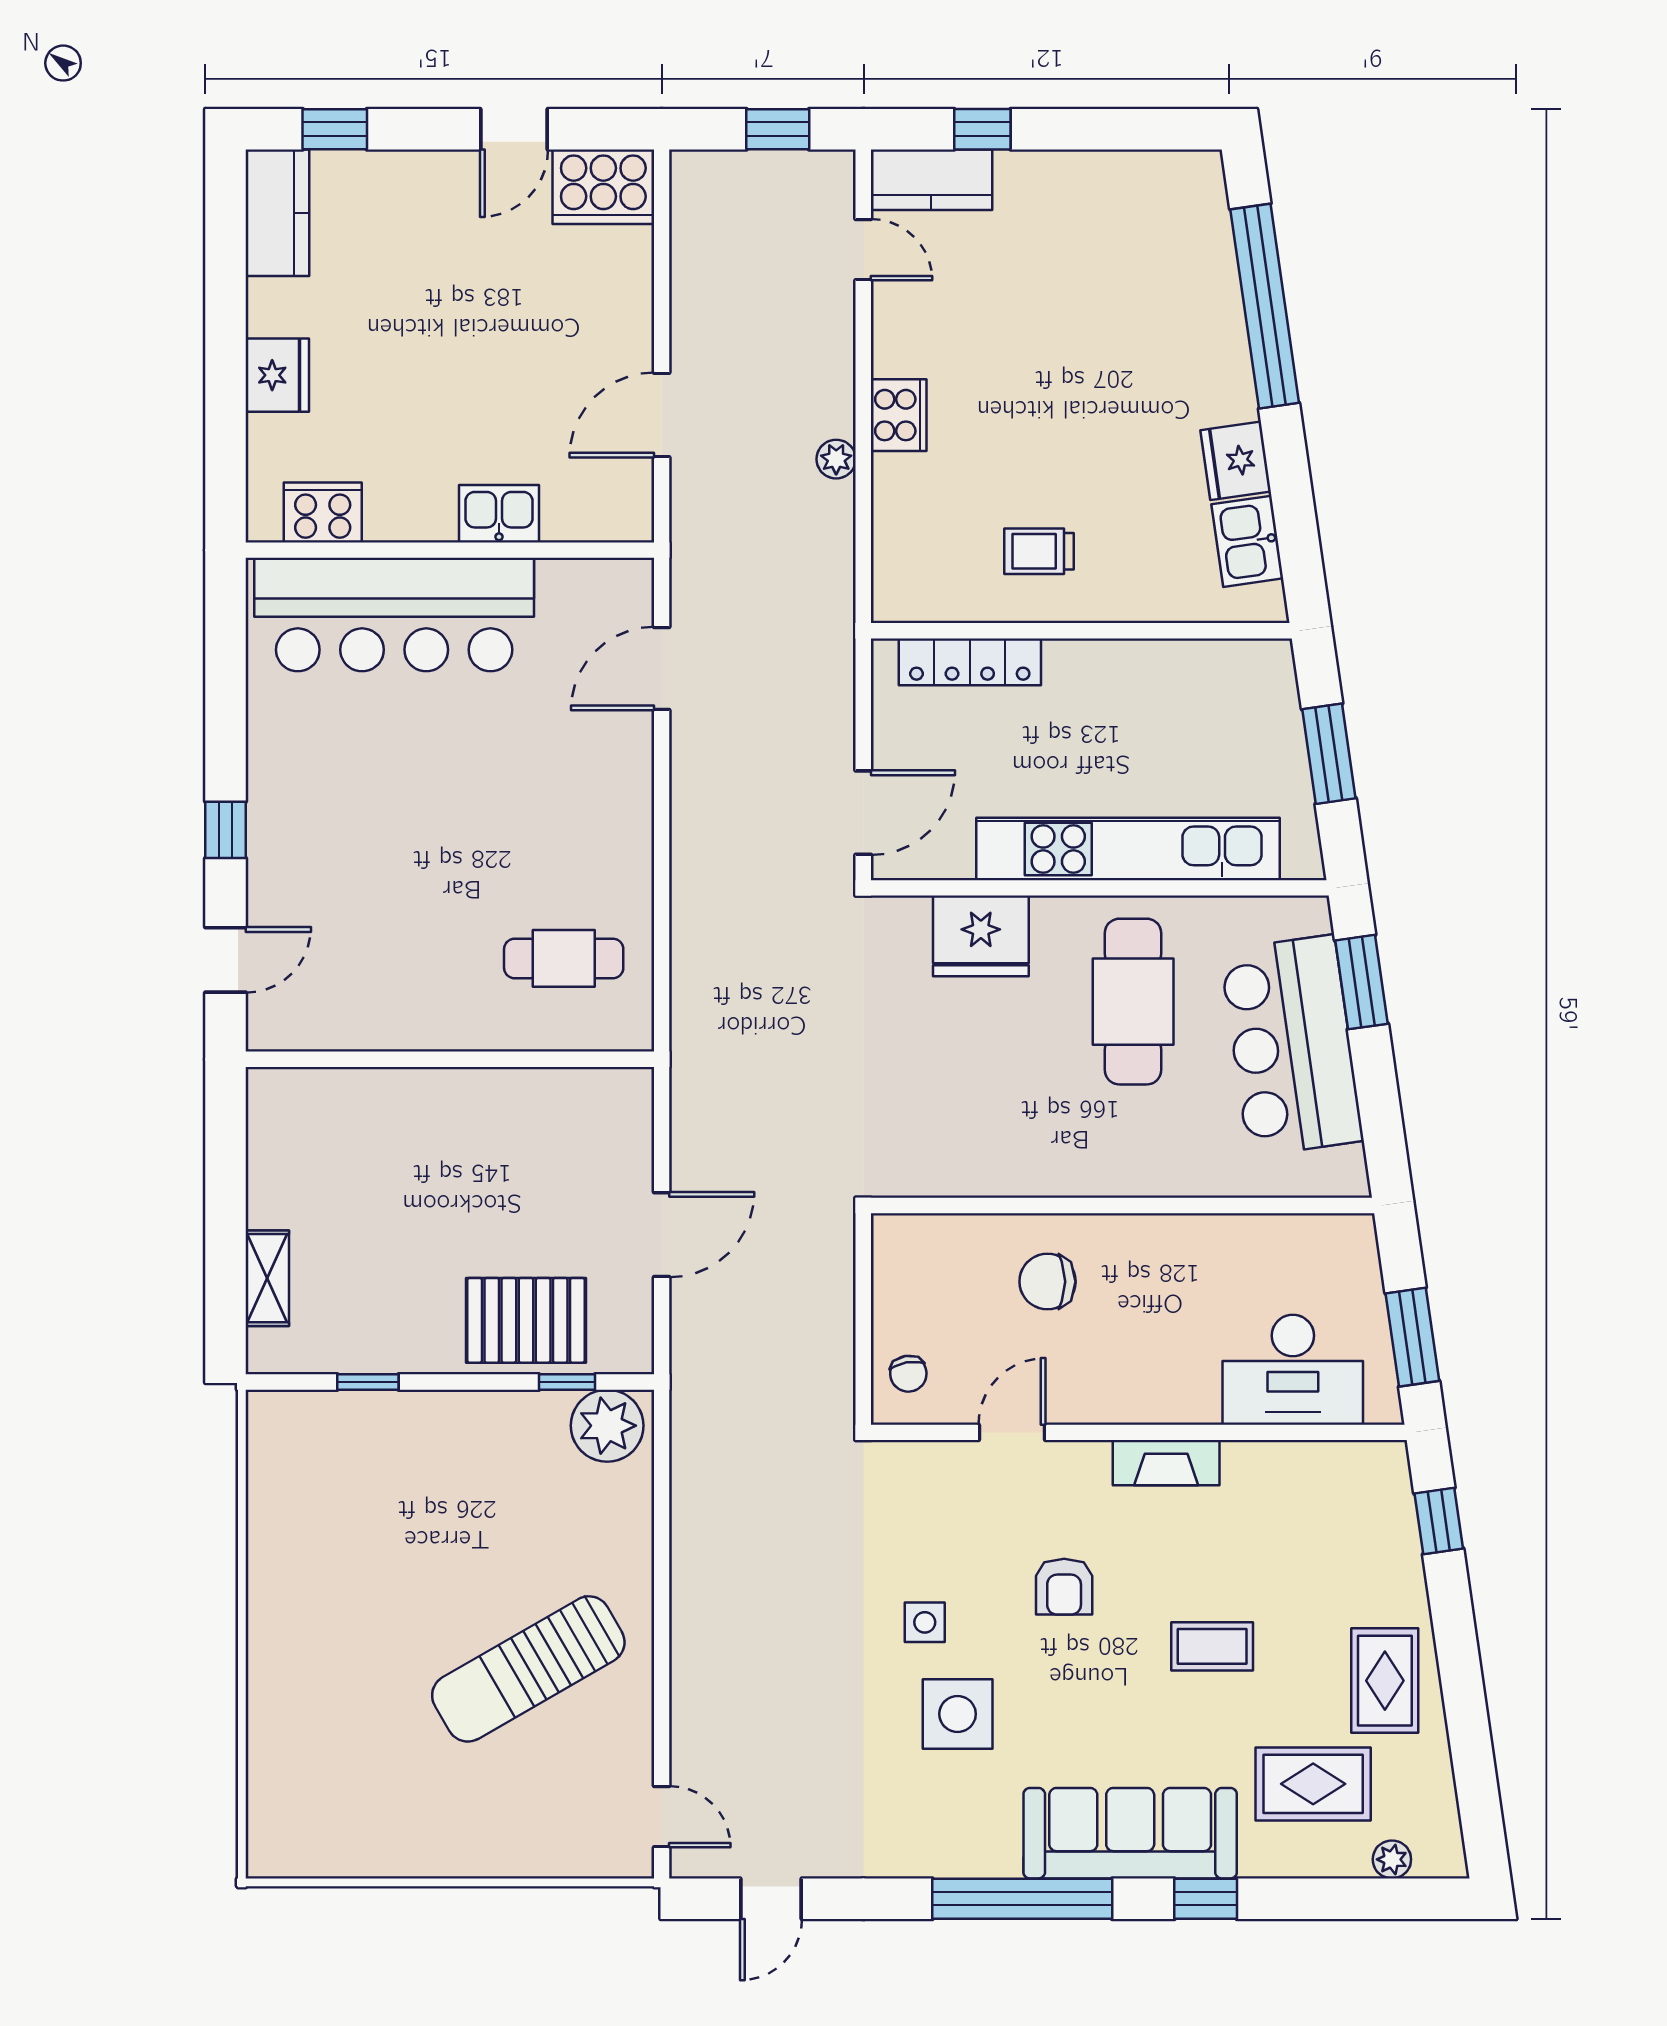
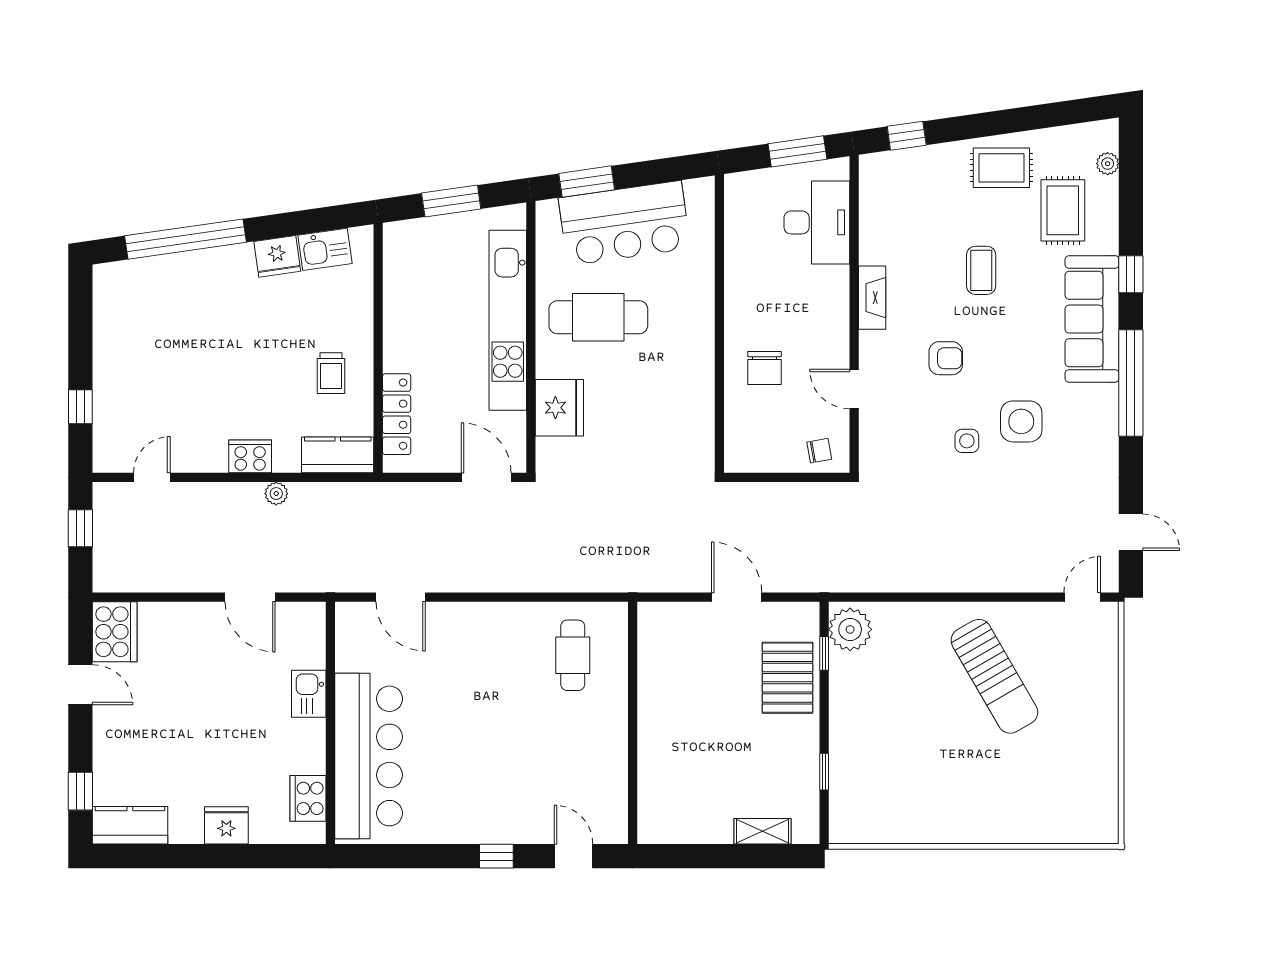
kitchen counter: (931, 180) -> (338, 455), moved, turned -90

